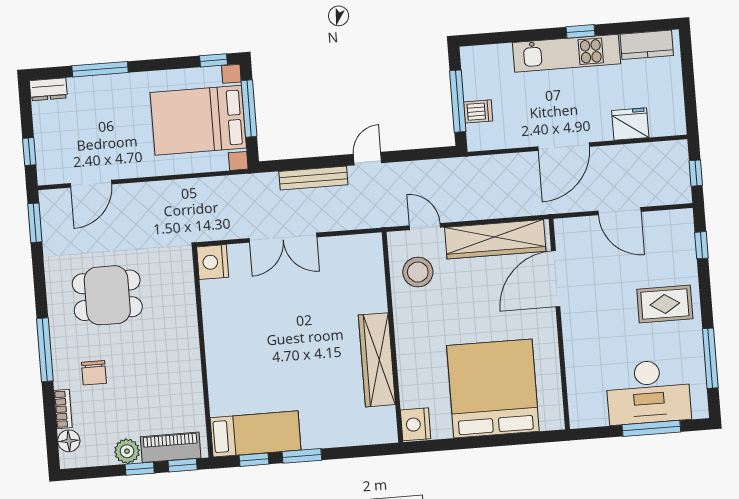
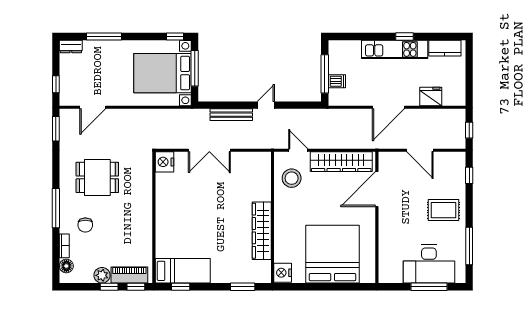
window: (302, 456) -> (243, 287), moved

